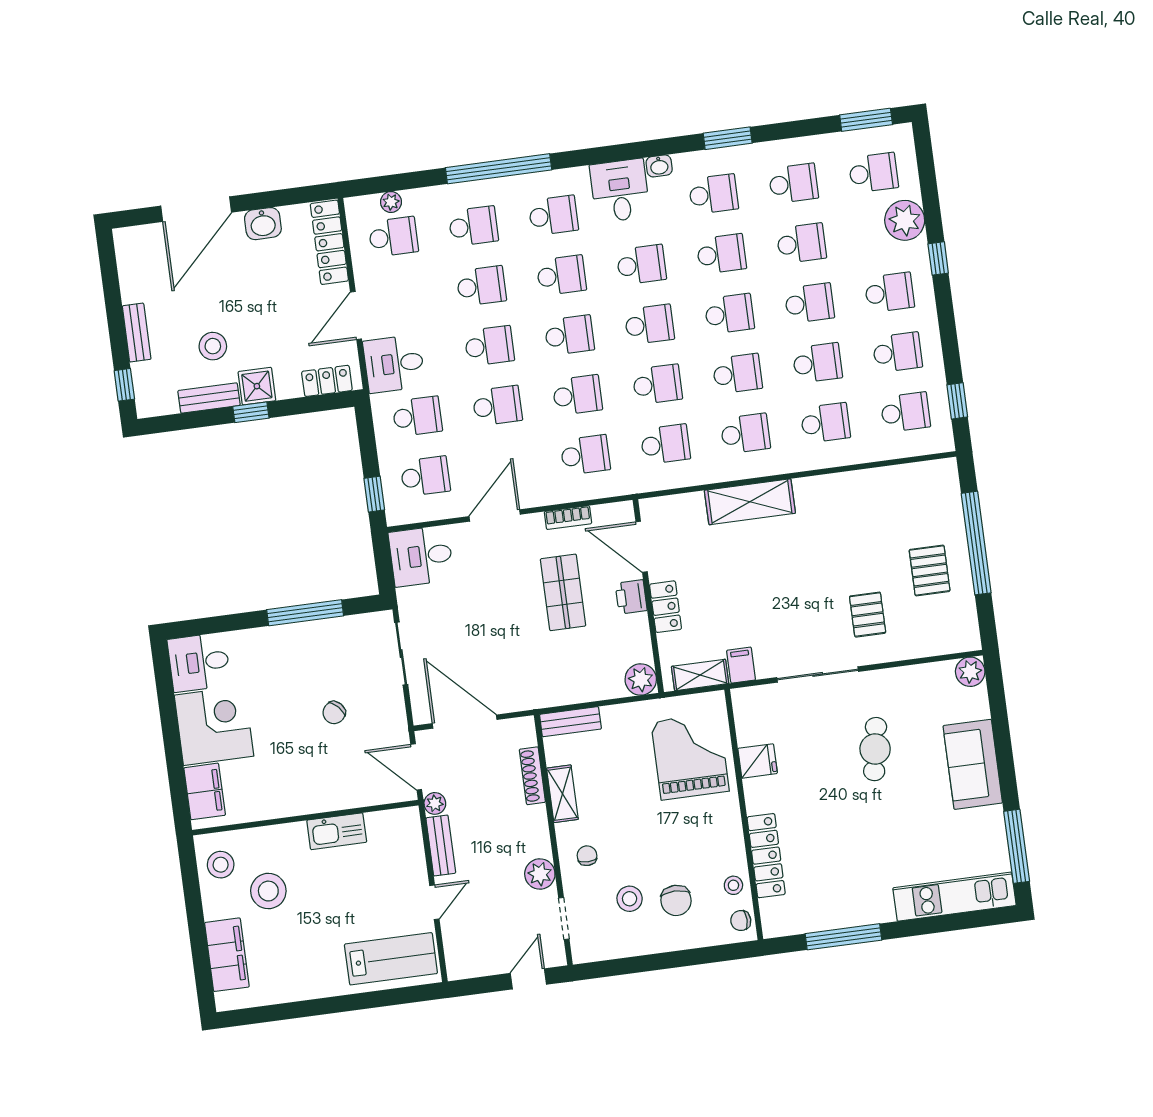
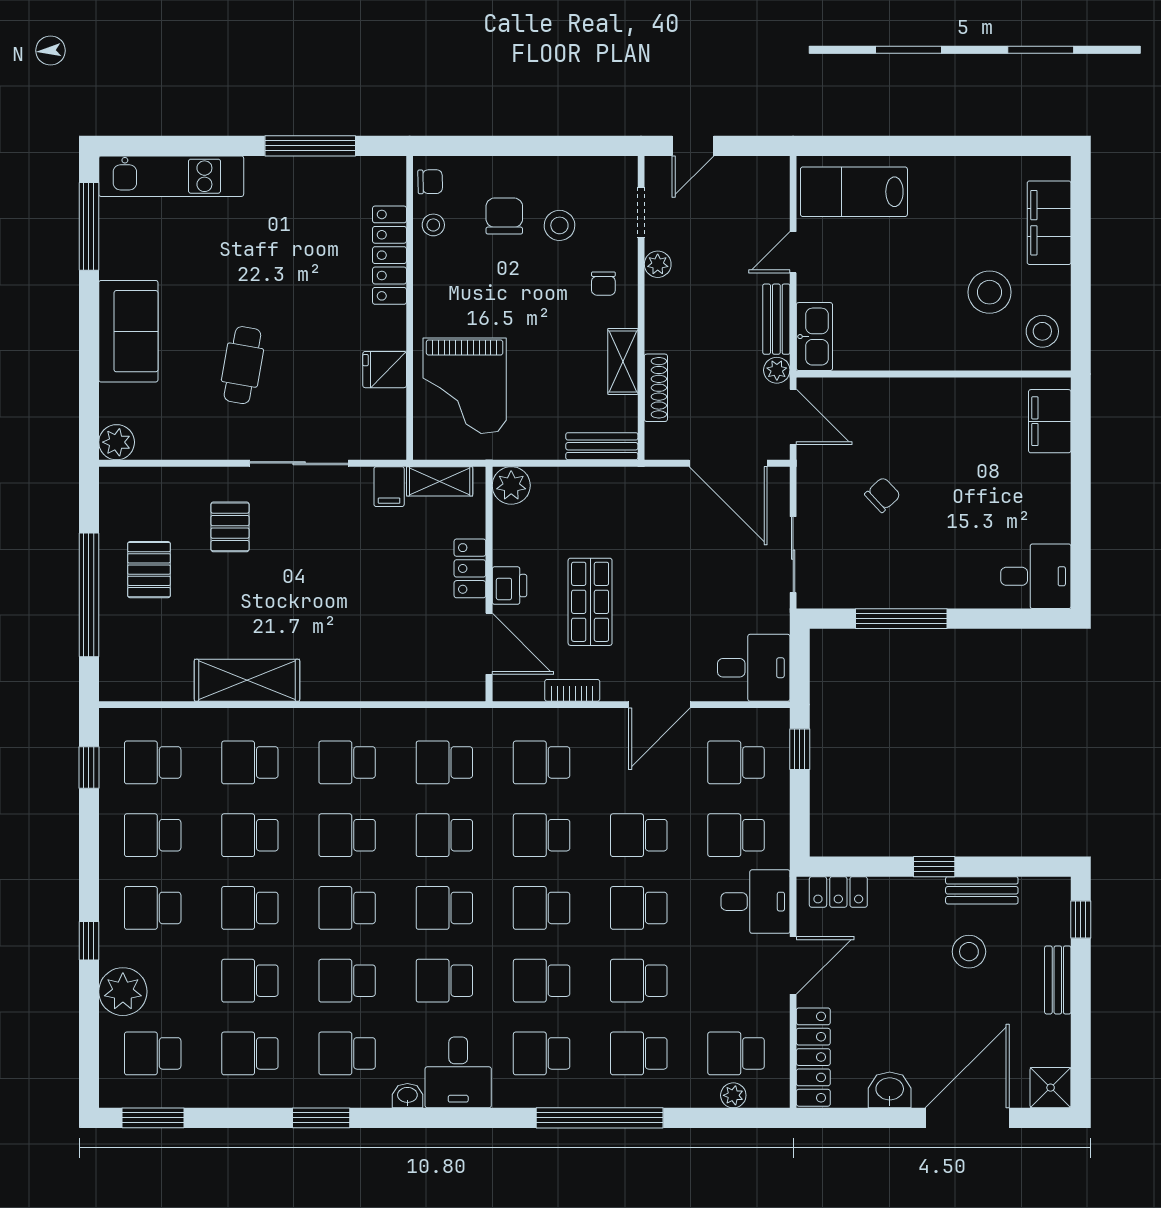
shower: (257, 386) -> (1051, 1088), moved
shelving: (750, 502) -> (247, 680), moved
corner desk: (214, 726) -> (1028, 498), removed
kitchen sink: (337, 831) -> (814, 337), moved, turned 90
plant: (540, 874) -> (658, 264), width x0.73, depth x0.73

